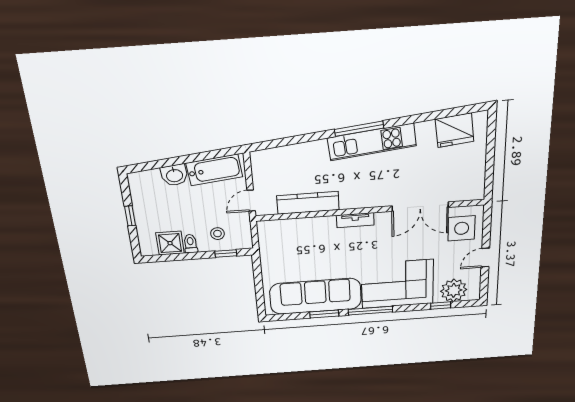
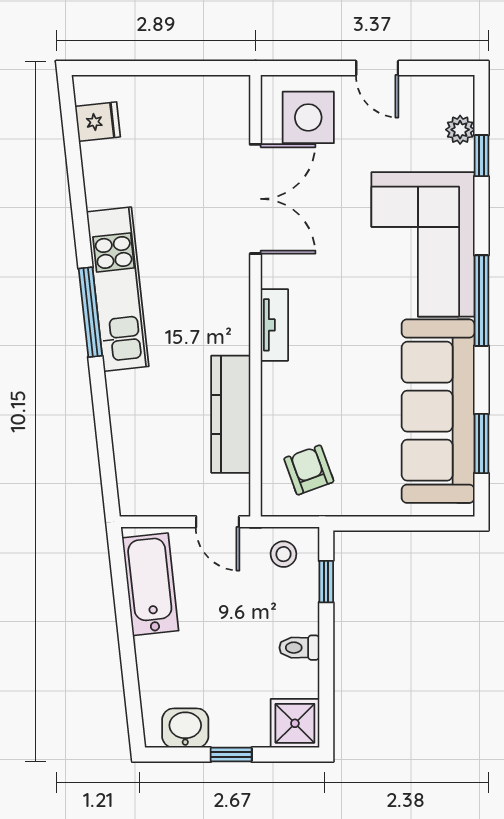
fridge: (454, 130) -> (98, 122), width x0.53, depth x0.75
washbasin: (174, 175) -> (185, 728), moved, turned -84
stool: (217, 234) -> (283, 554), moved
armchair: (282, 242) -> (309, 470), added
shower: (170, 243) -> (295, 723), moved
plant: (454, 290) -> (460, 130), width x0.53, depth x0.53
window: (324, 314) -> (481, 443), moved

